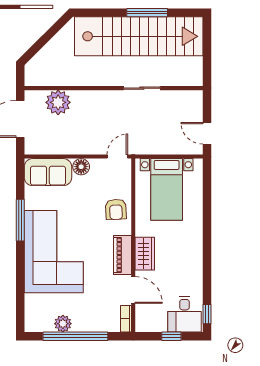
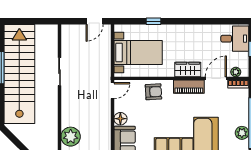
door: (117, 156) -> (113, 91), swing flipped
window: (207, 314) -> (154, 21), moved
plant: (141, 316) -> (236, 72), added

